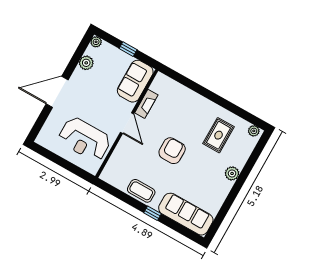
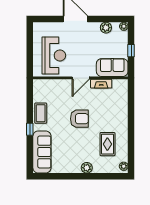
rug: (219, 135) -> (107, 144), turned 90
reception desk: (85, 139) -> (54, 55), turned 180

